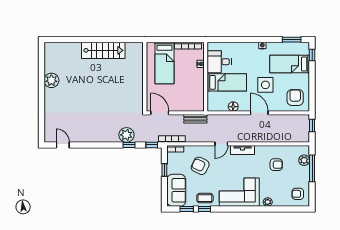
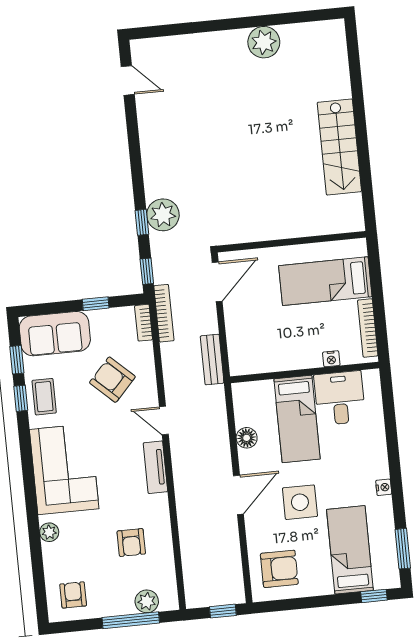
door: (63, 145) -> (128, 80), hinge flipped
armchair: (200, 166) -> (112, 380), turned -73

